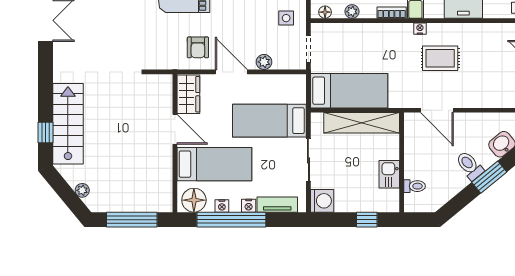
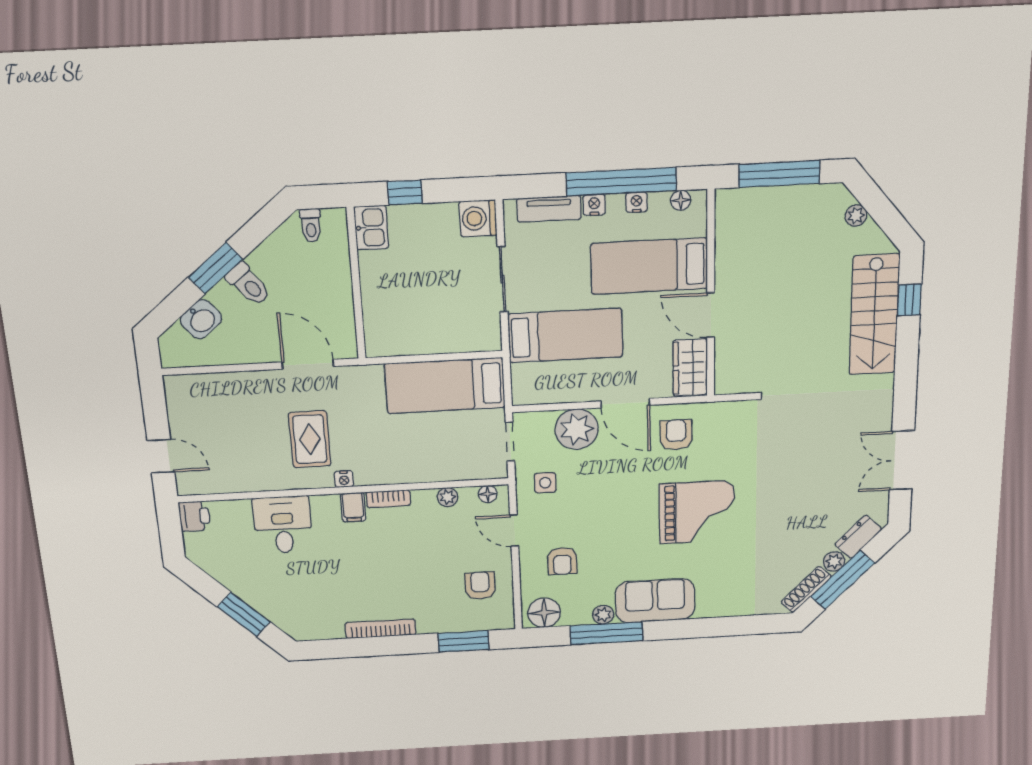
rug: (440, 58) -> (310, 439), turned 90
plant: (264, 62) -> (577, 429), width x1.87, depth x1.87
shelving: (362, 123) -> (423, 340), removed
kitchen sink: (389, 174) -> (371, 228), moved
toilet: (415, 186) -> (311, 225), moved, turned -90
floor lamp: (194, 200) -> (681, 200), width x0.53, depth x0.53

